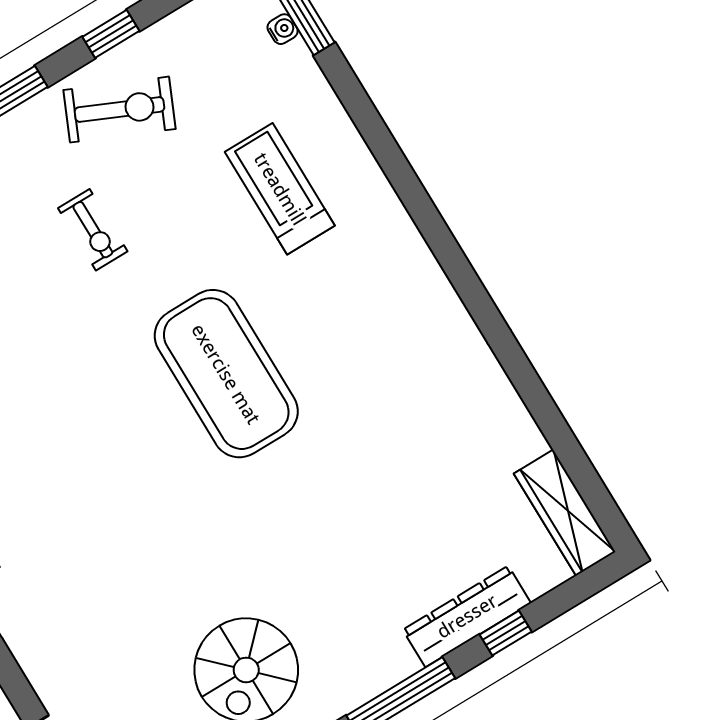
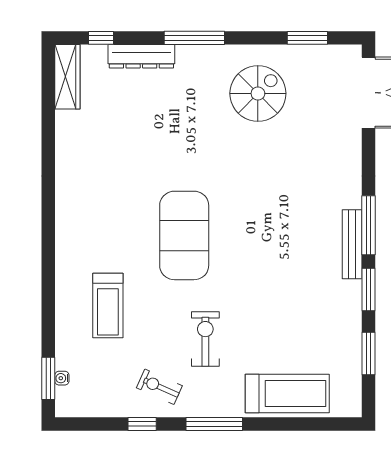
exercise bike: (119, 110) -> (159, 387), width x0.73, depth x0.72
exercise bike: (93, 230) -> (205, 339), width x1.38, depth x1.39
window: (506, 633) -> (101, 38), moved

